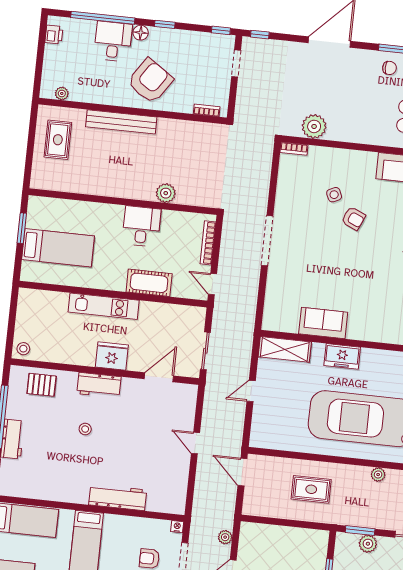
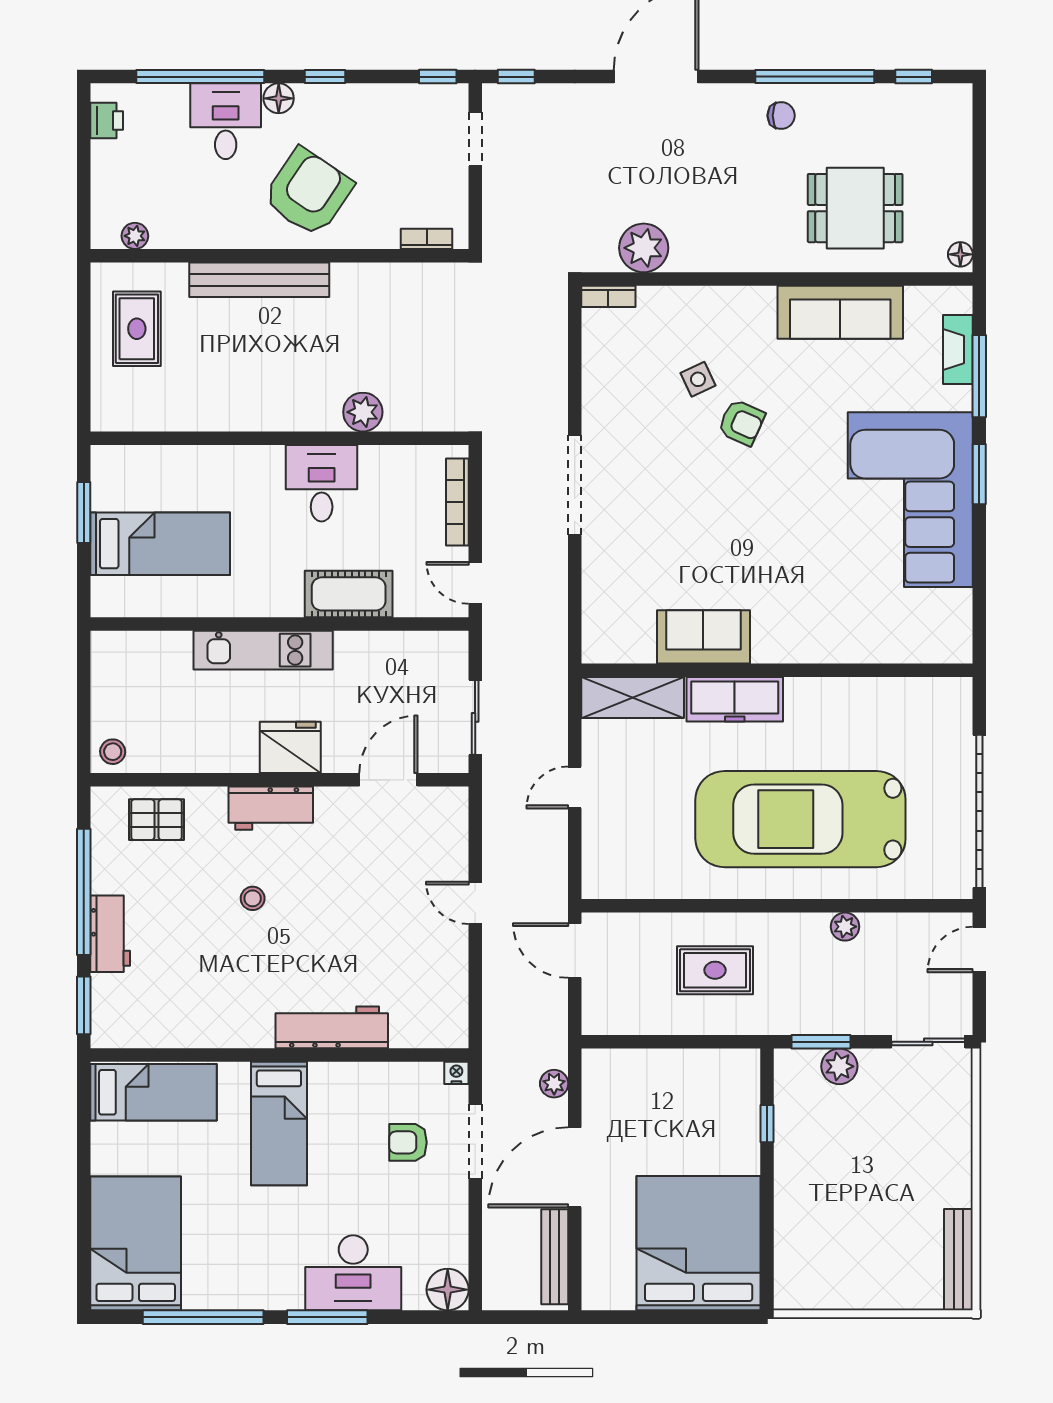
freezer: (342, 356) -> (735, 699), width x1.40

